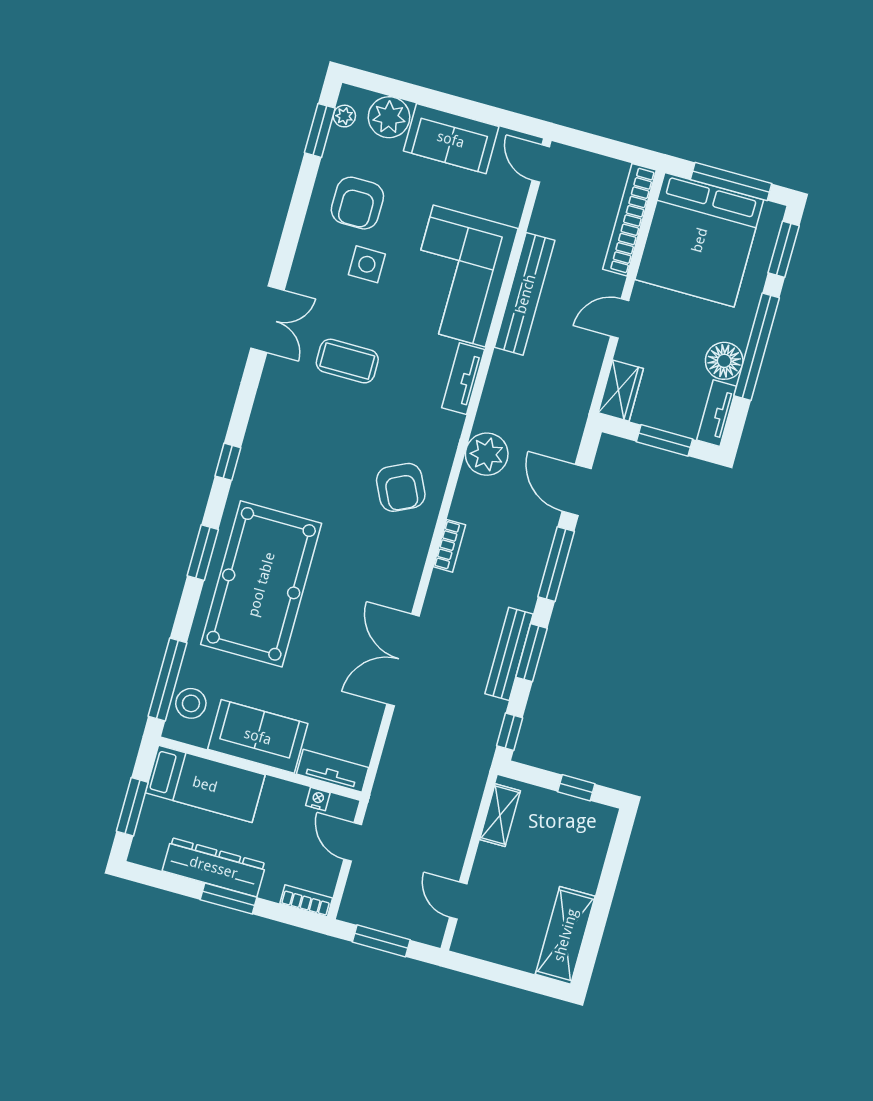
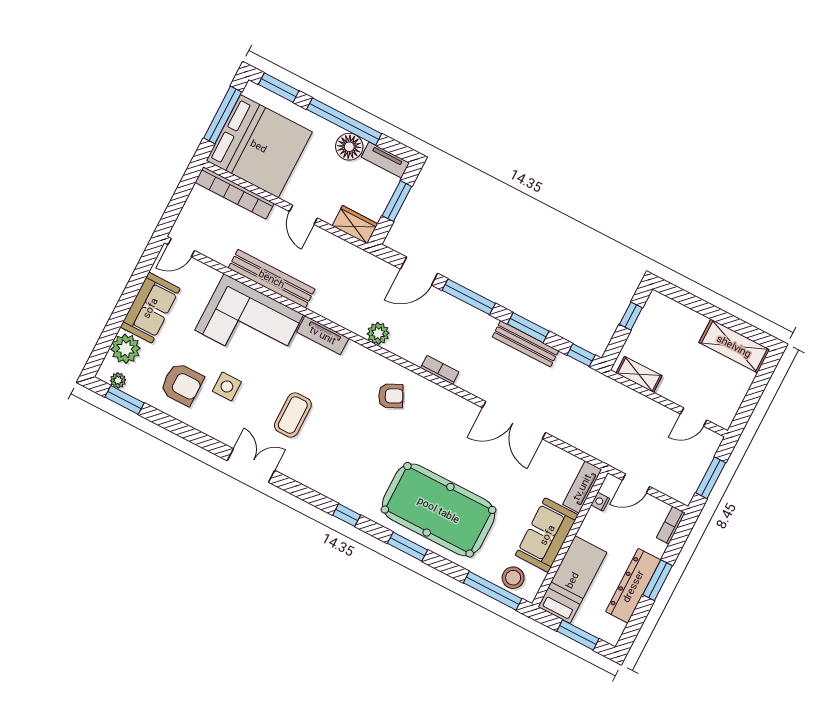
plant: (487, 454) -> (378, 333), width x0.73, depth x0.73
armchair: (401, 487) -> (391, 396), width x0.72, depth x0.72

